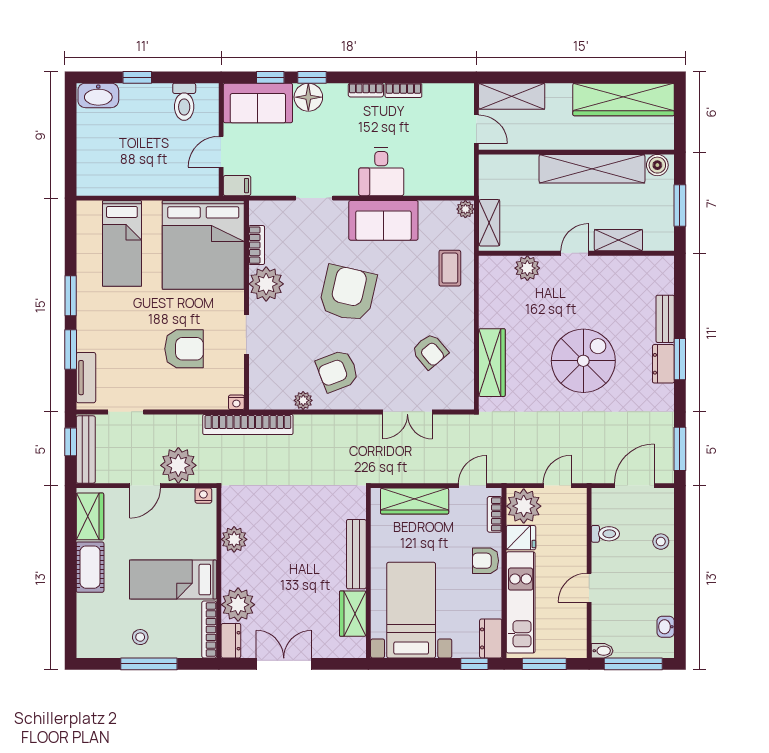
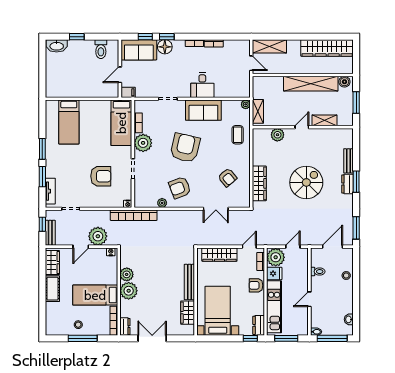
bed: (203, 245) -> (121, 123), width x0.49
bench: (86, 449) -> (50, 233), width x0.73
plant: (238, 605) -> (129, 291), moved

